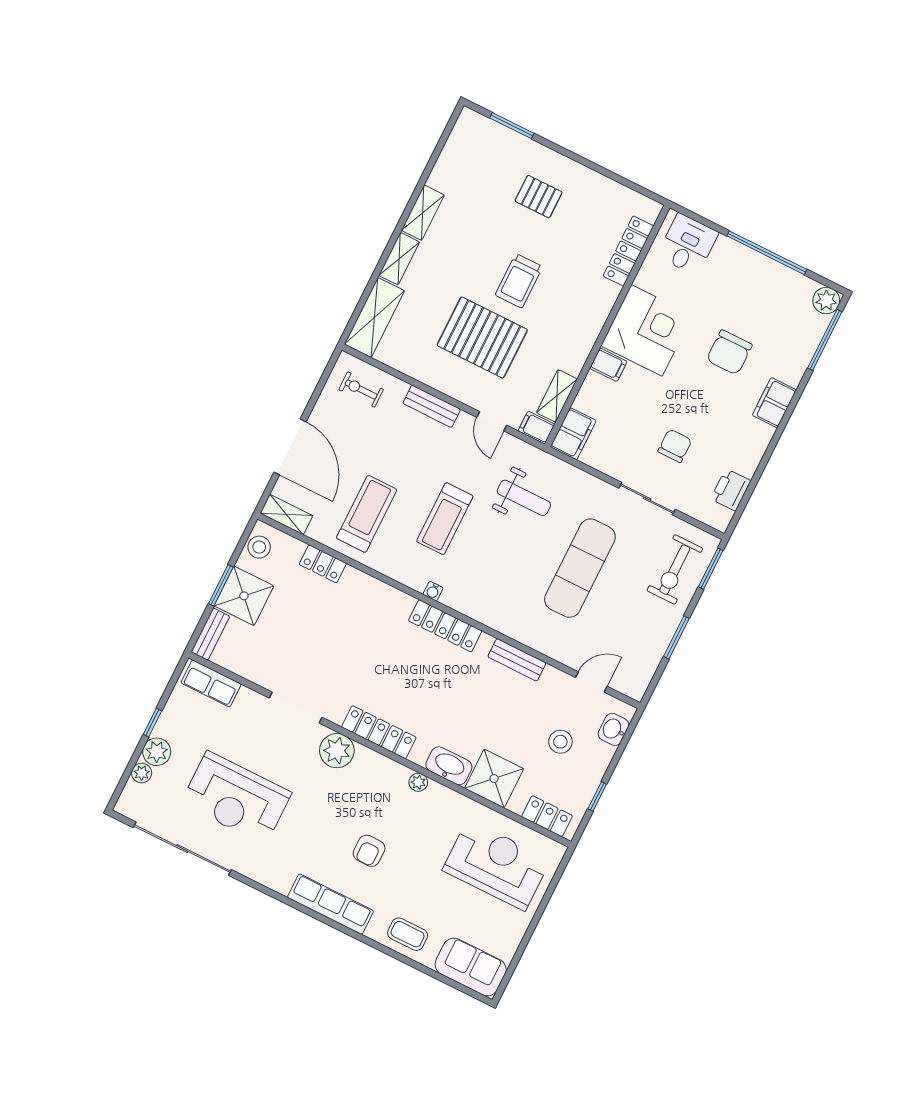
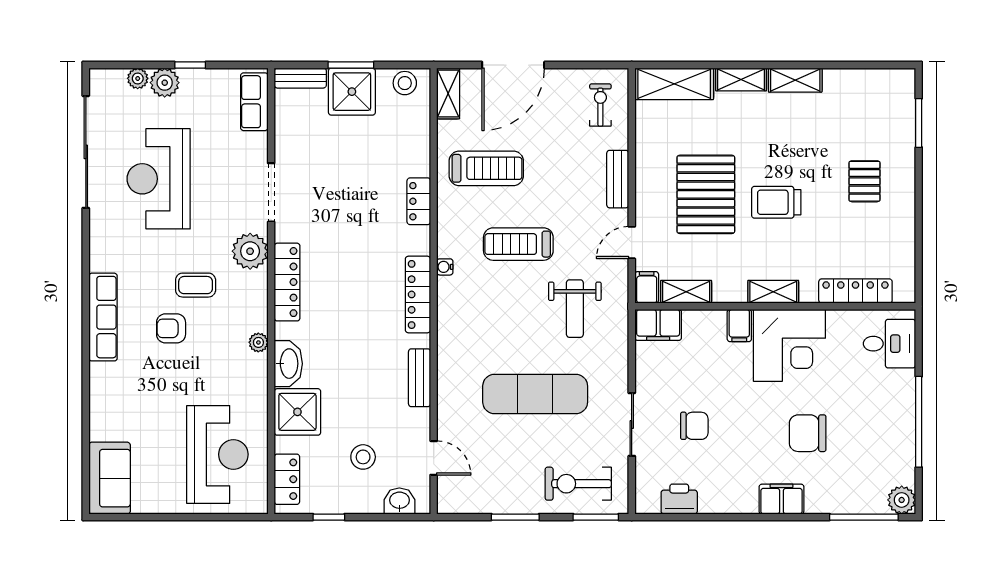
shelving: (594, 321) -> (773, 292), added
locker: (323, 564) -> (419, 201), moved
coffee table: (408, 934) -> (196, 285), moved, turned 90

